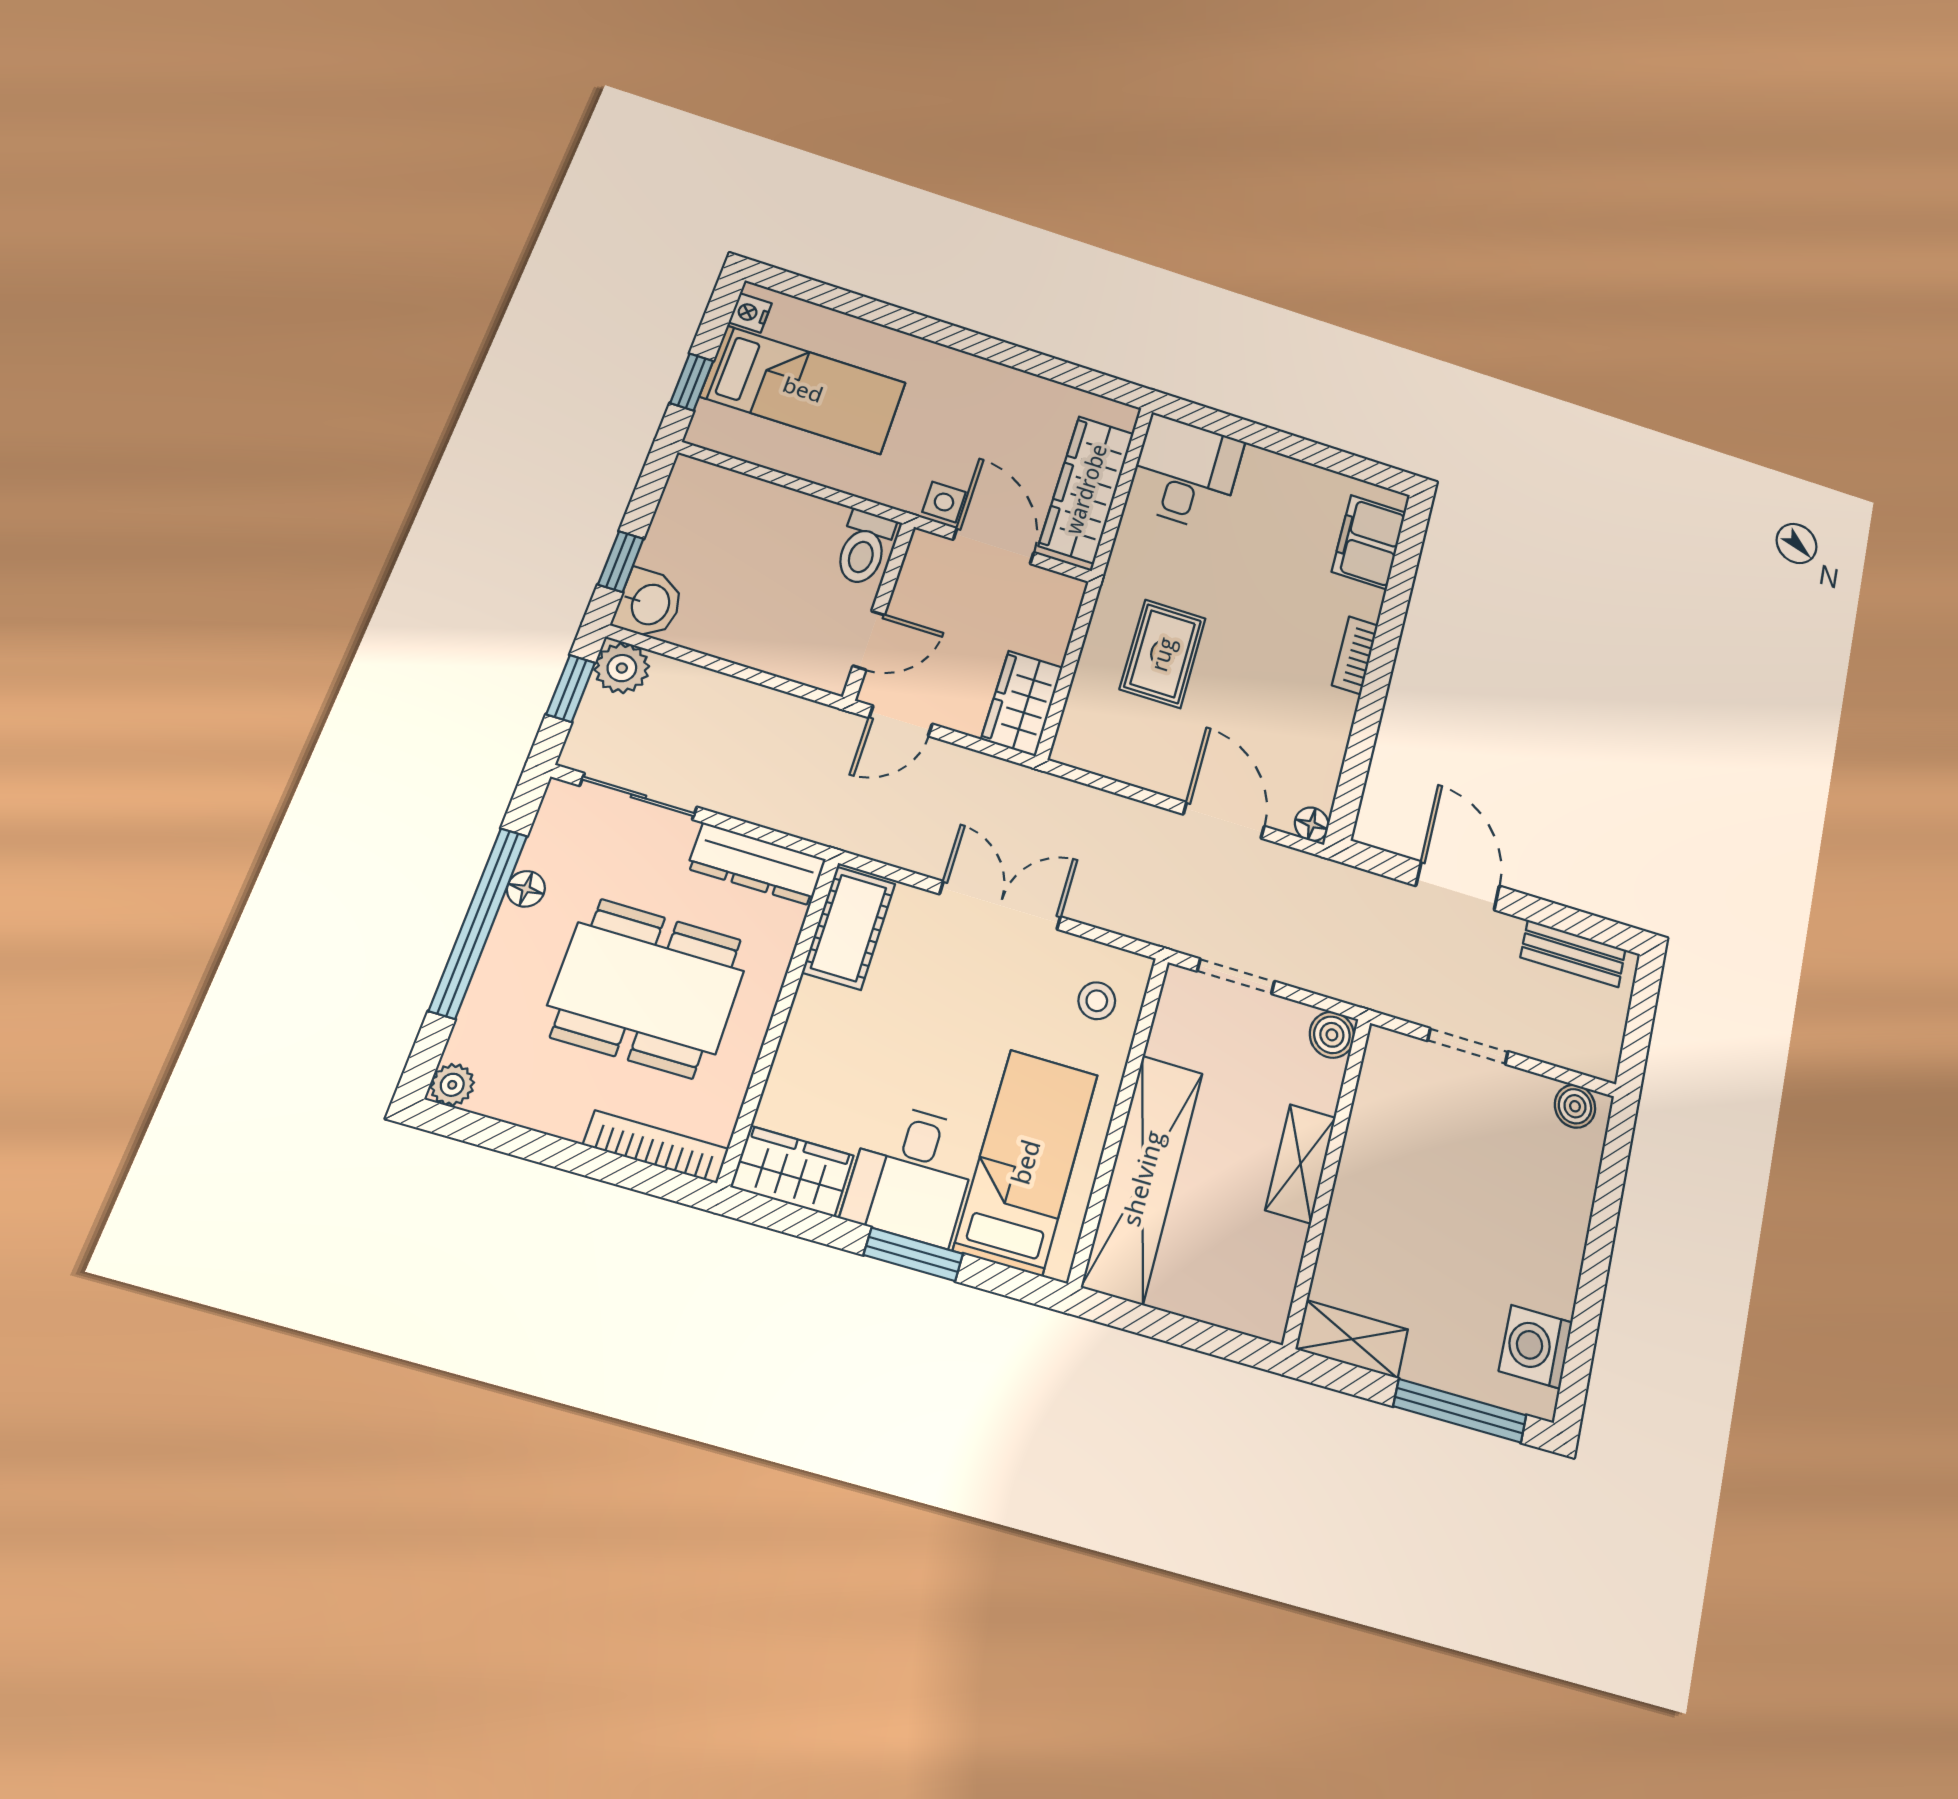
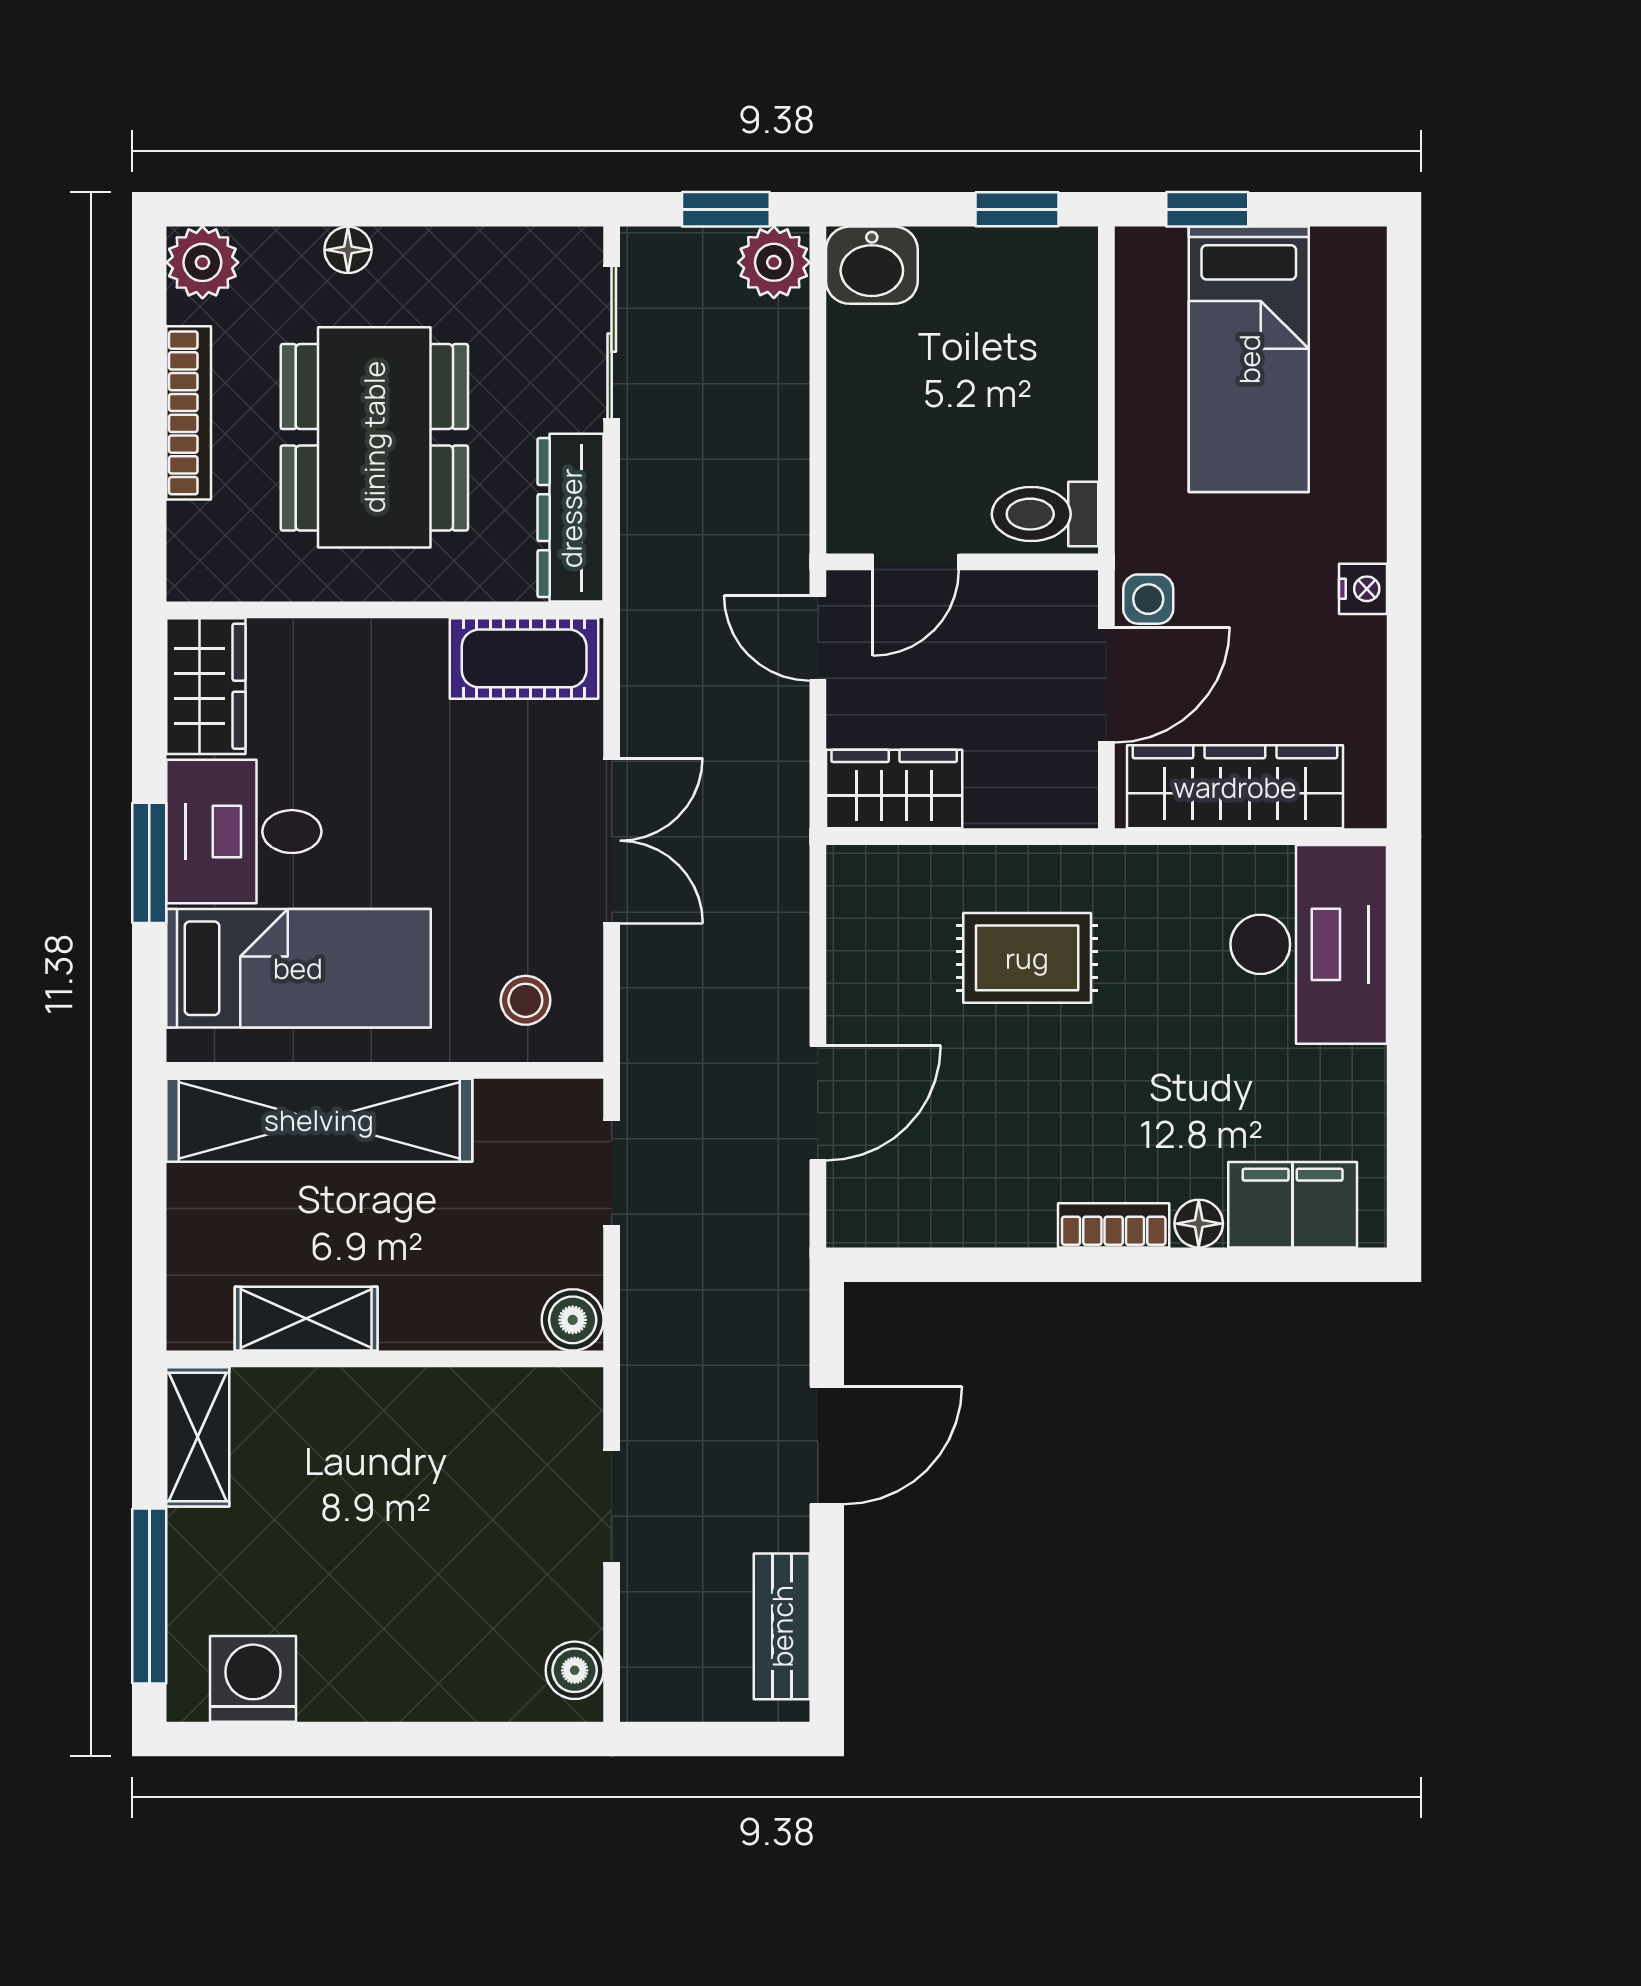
nightstand: (750, 313) -> (1363, 589), moved, turned 90
desk: (1185, 473) -> (1309, 944), width x1.37
window: (621, 562) -> (1017, 209), moved
door: (869, 640) -> (916, 562), hinge flipped
floor lamp: (1312, 824) -> (1199, 1224), moved
floor lamp: (526, 889) -> (348, 250), moved
window: (478, 922) -> (394, 209), removed
plant: (452, 1085) -> (202, 262), width x1.38, depth x1.38
bookcase: (656, 1147) -> (189, 413), moved
shelving: (1301, 1164) -> (306, 1319), moved

